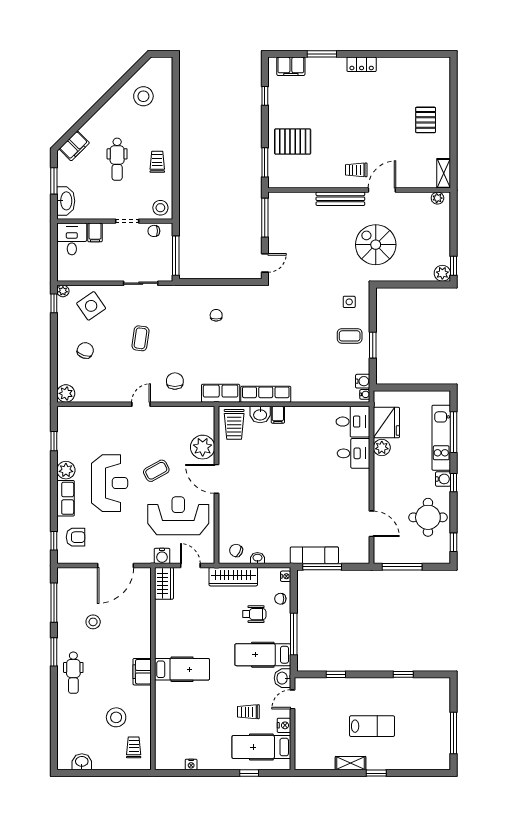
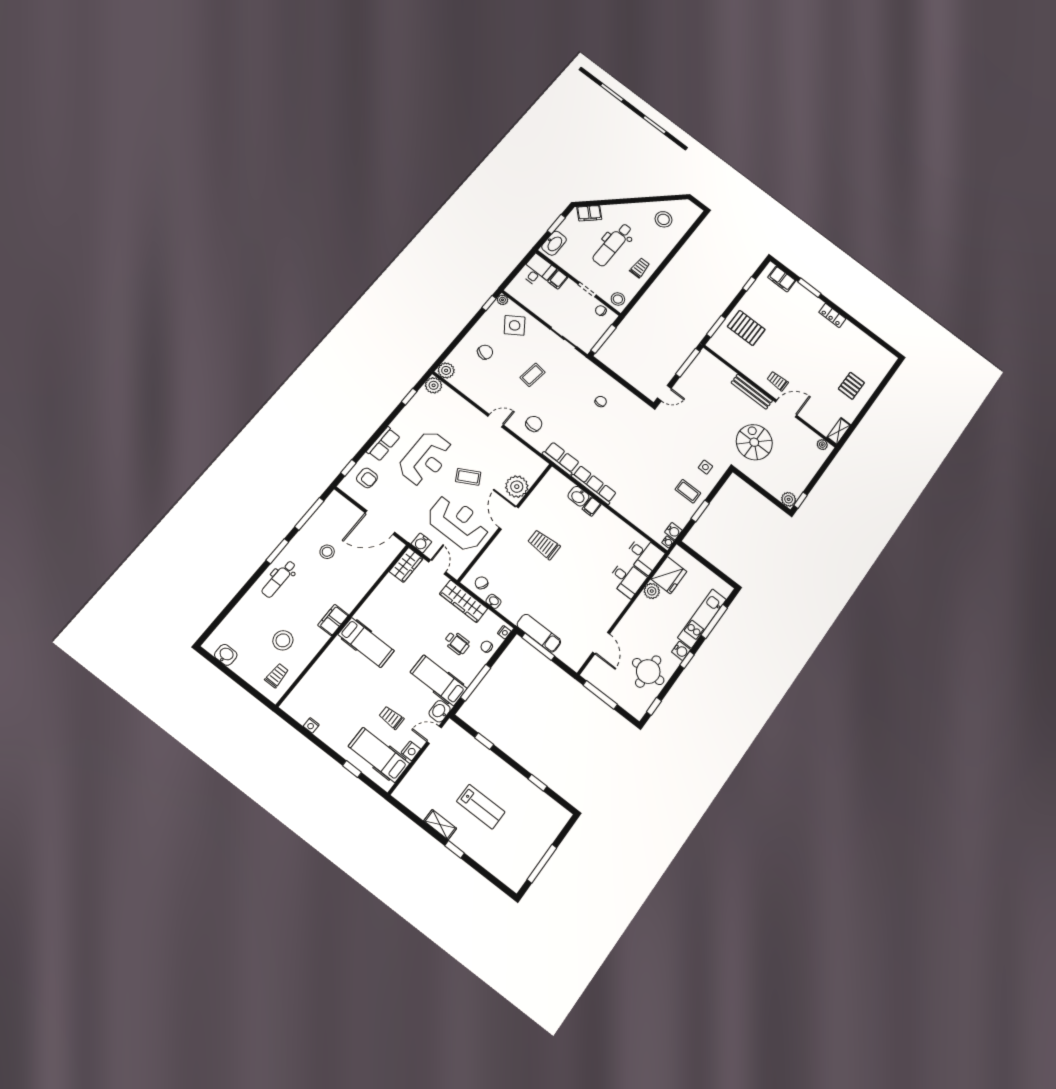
dental chair: (117, 159) -> (613, 245), width x1.36, depth x1.38
trolley: (234, 424) -> (544, 544), moved, turned 90
plant: (66, 470) -> (434, 385), moved

